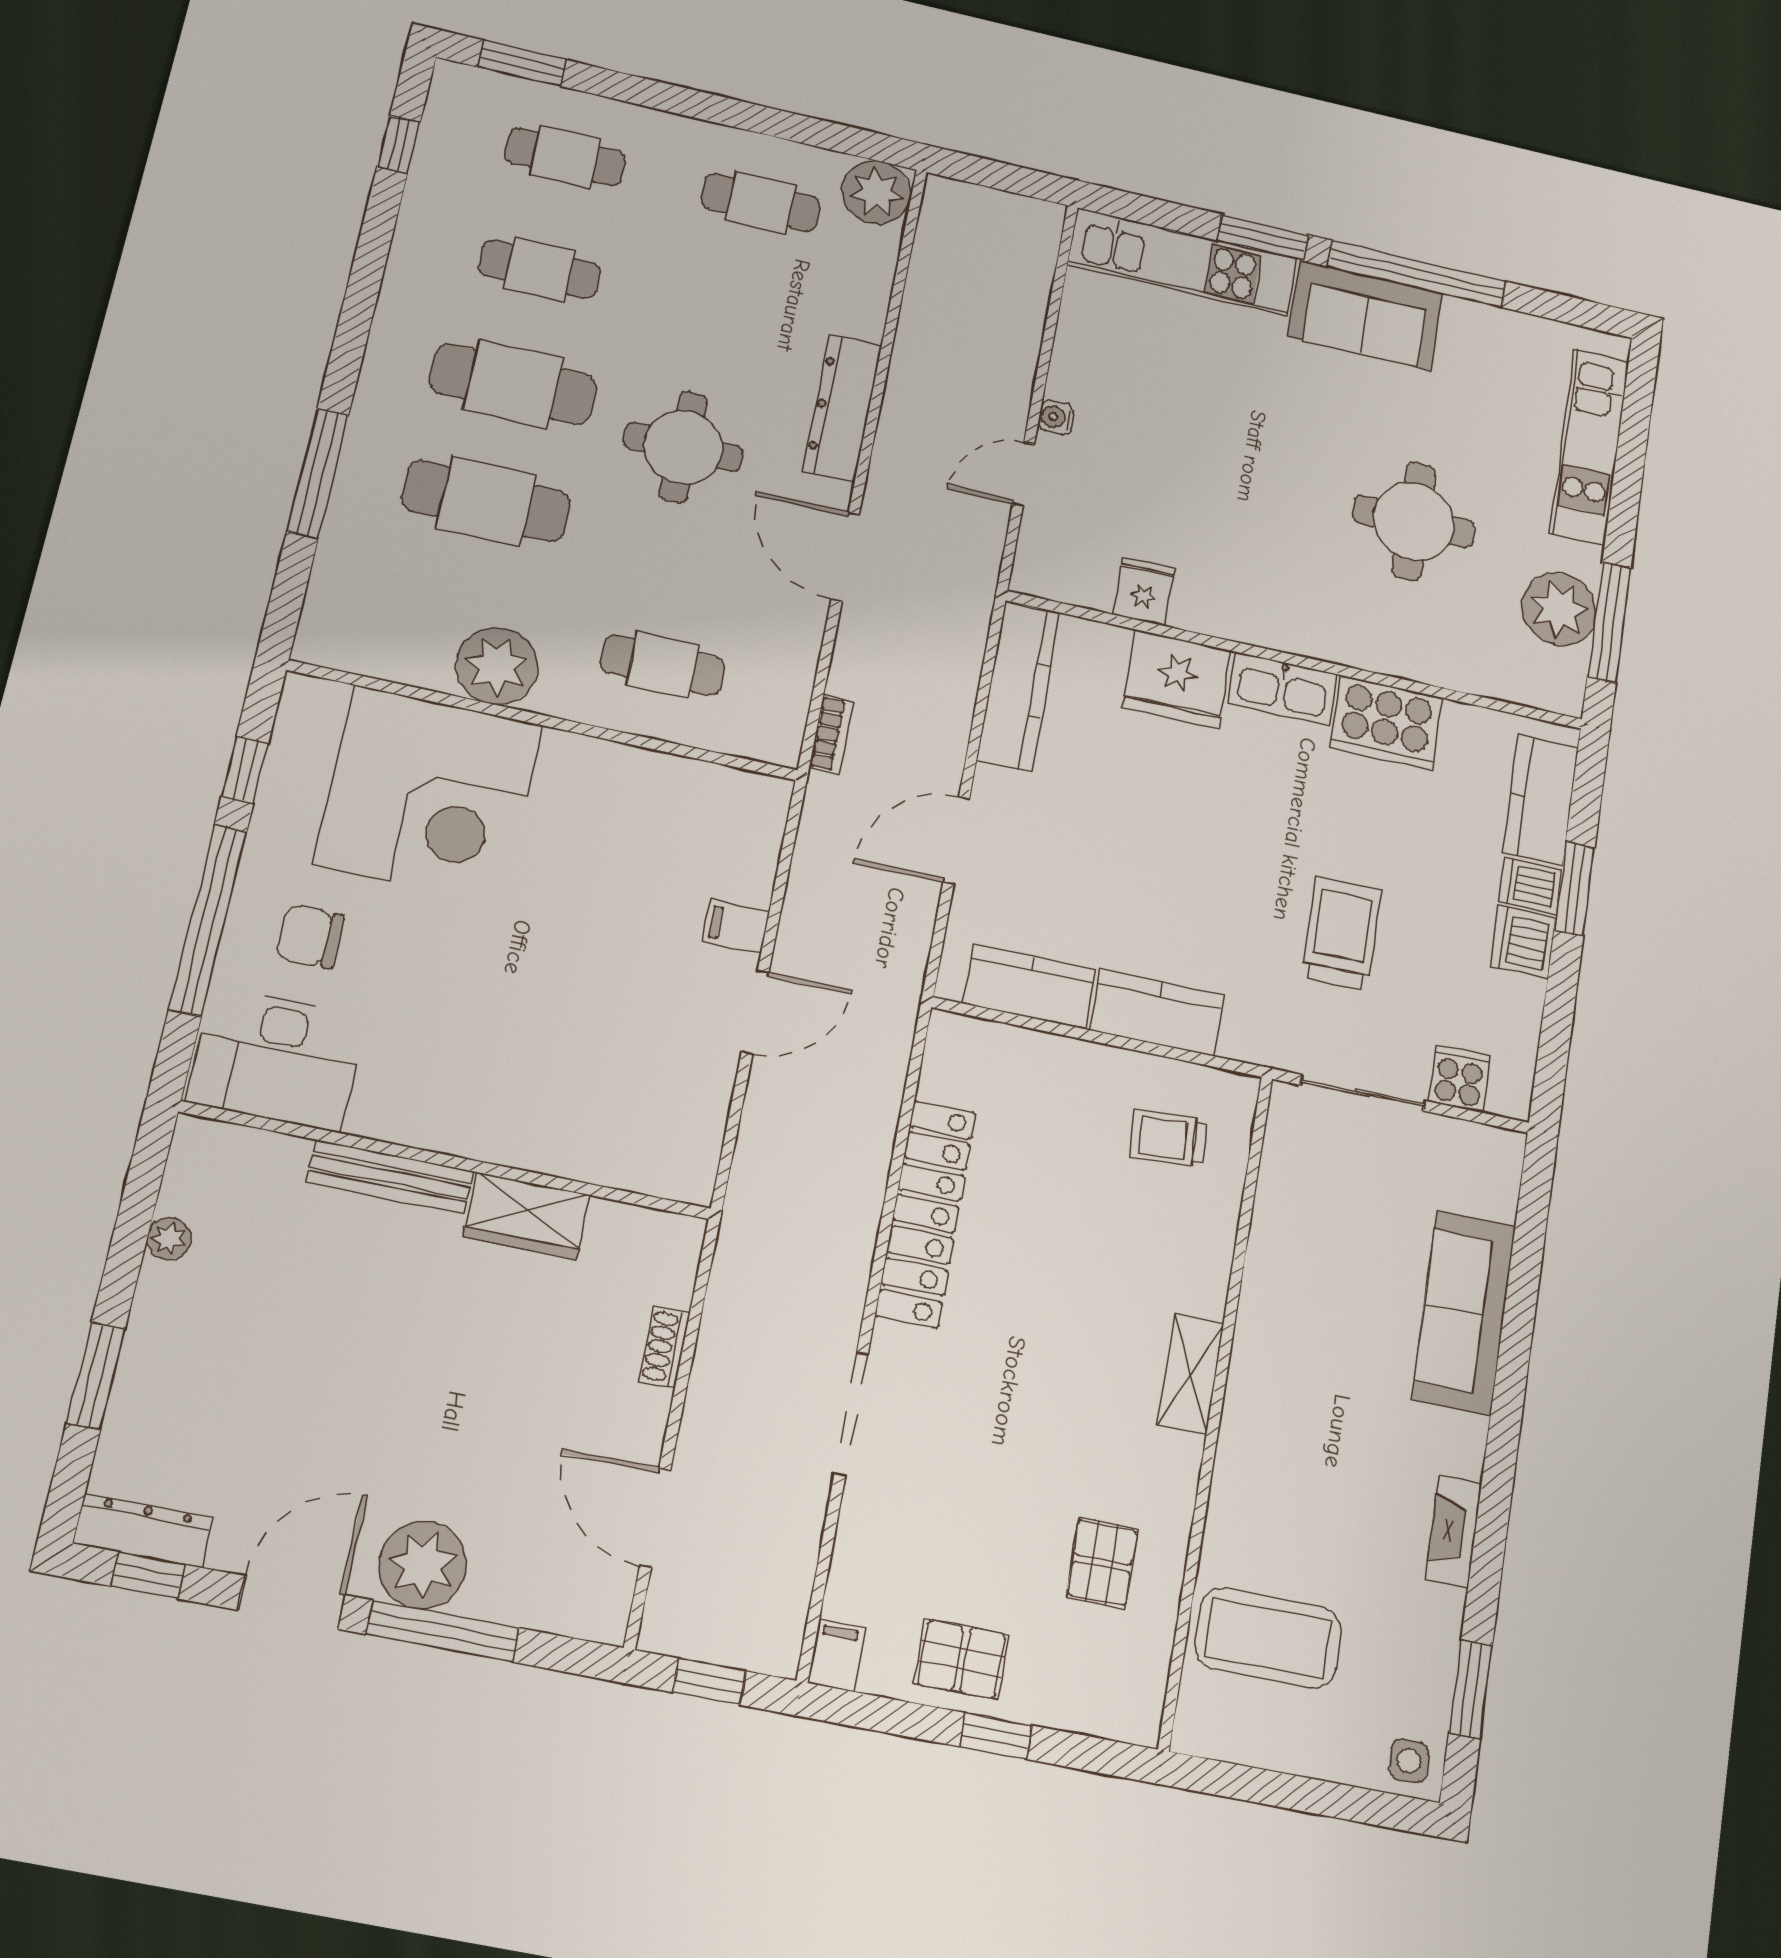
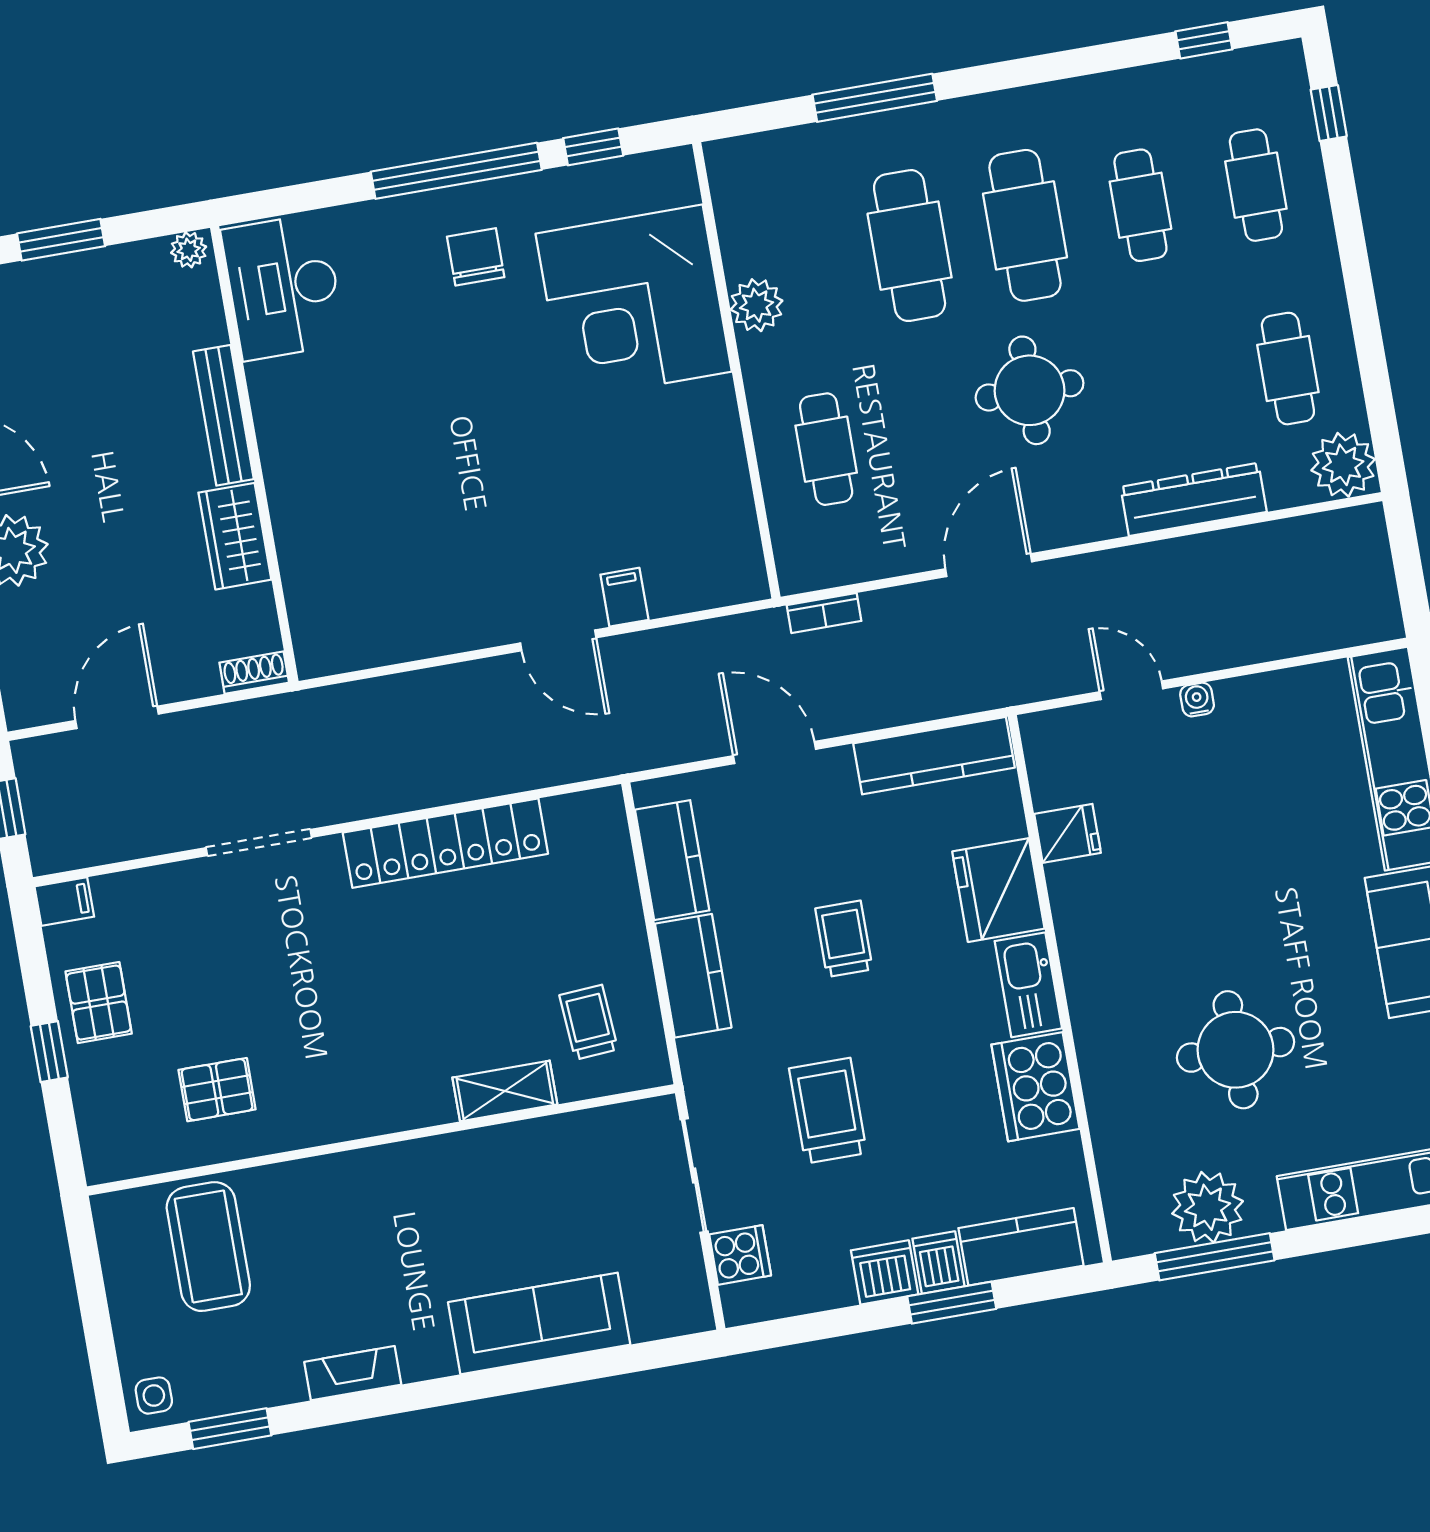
window: (522, 63) -> (1329, 113), width x0.67
dresser: (842, 408) -> (1194, 499), moved
plant: (497, 666) -> (757, 305), width x0.73, depth x0.73
trolley: (1172, 848) -> (844, 939), added
trolley: (1342, 933) -> (828, 1111), turned -90
desk: (277, 1059) -> (283, 287), moved
wall: (447, 1160) -> (254, 454), moved
bench: (390, 1177) -> (223, 415), moved
wardrobe: (527, 1216) -> (235, 536), moved
shelving: (1191, 1374) -> (505, 1091), moved

